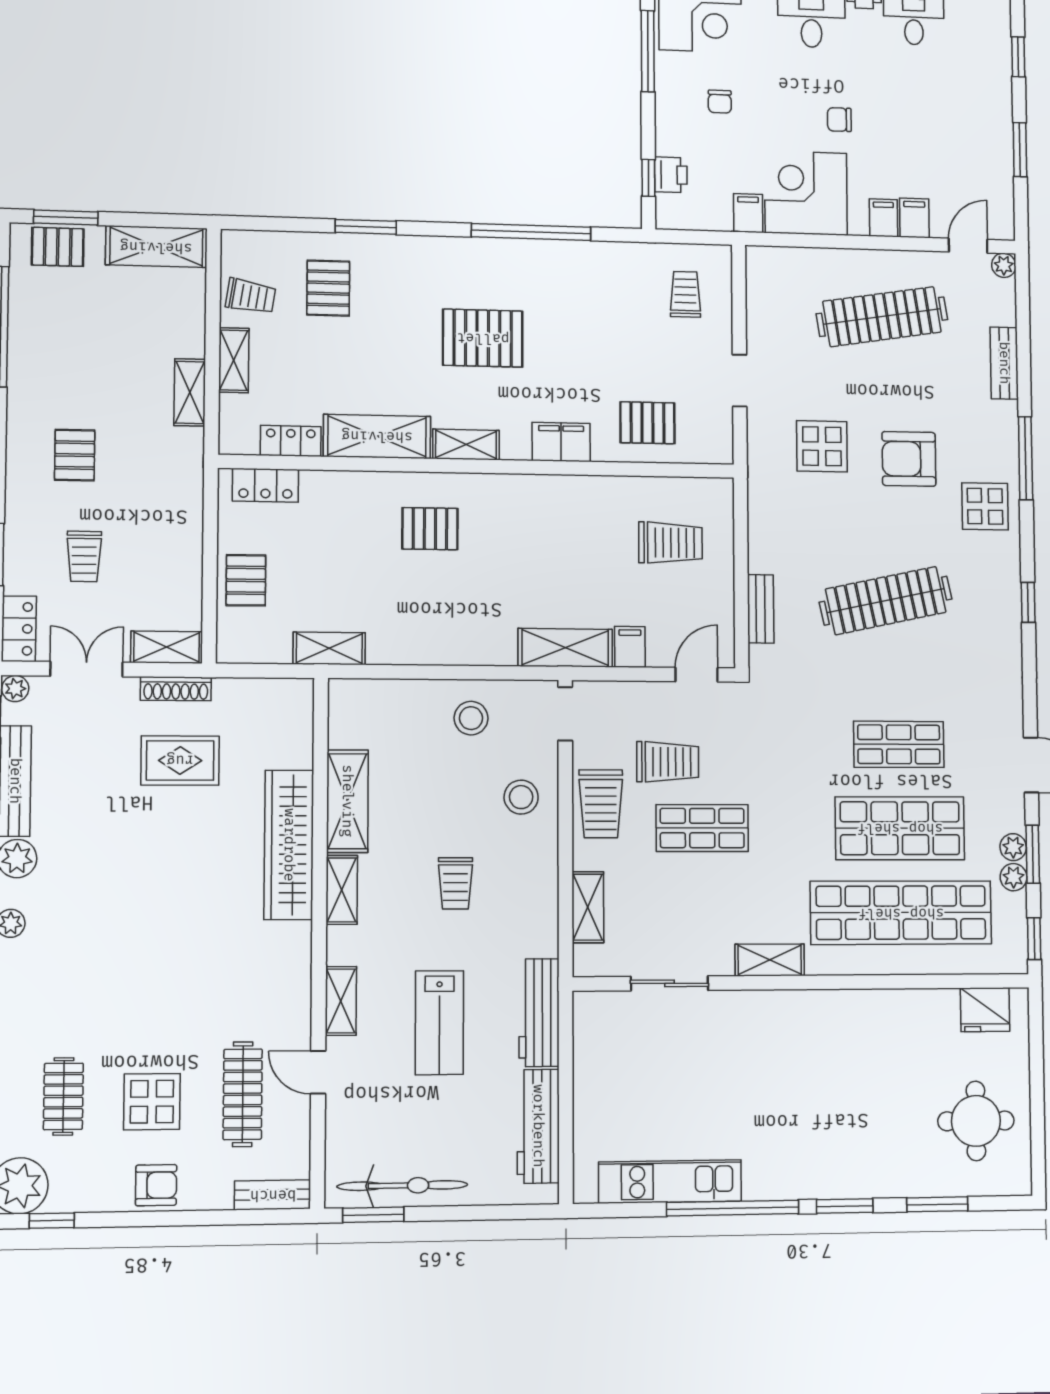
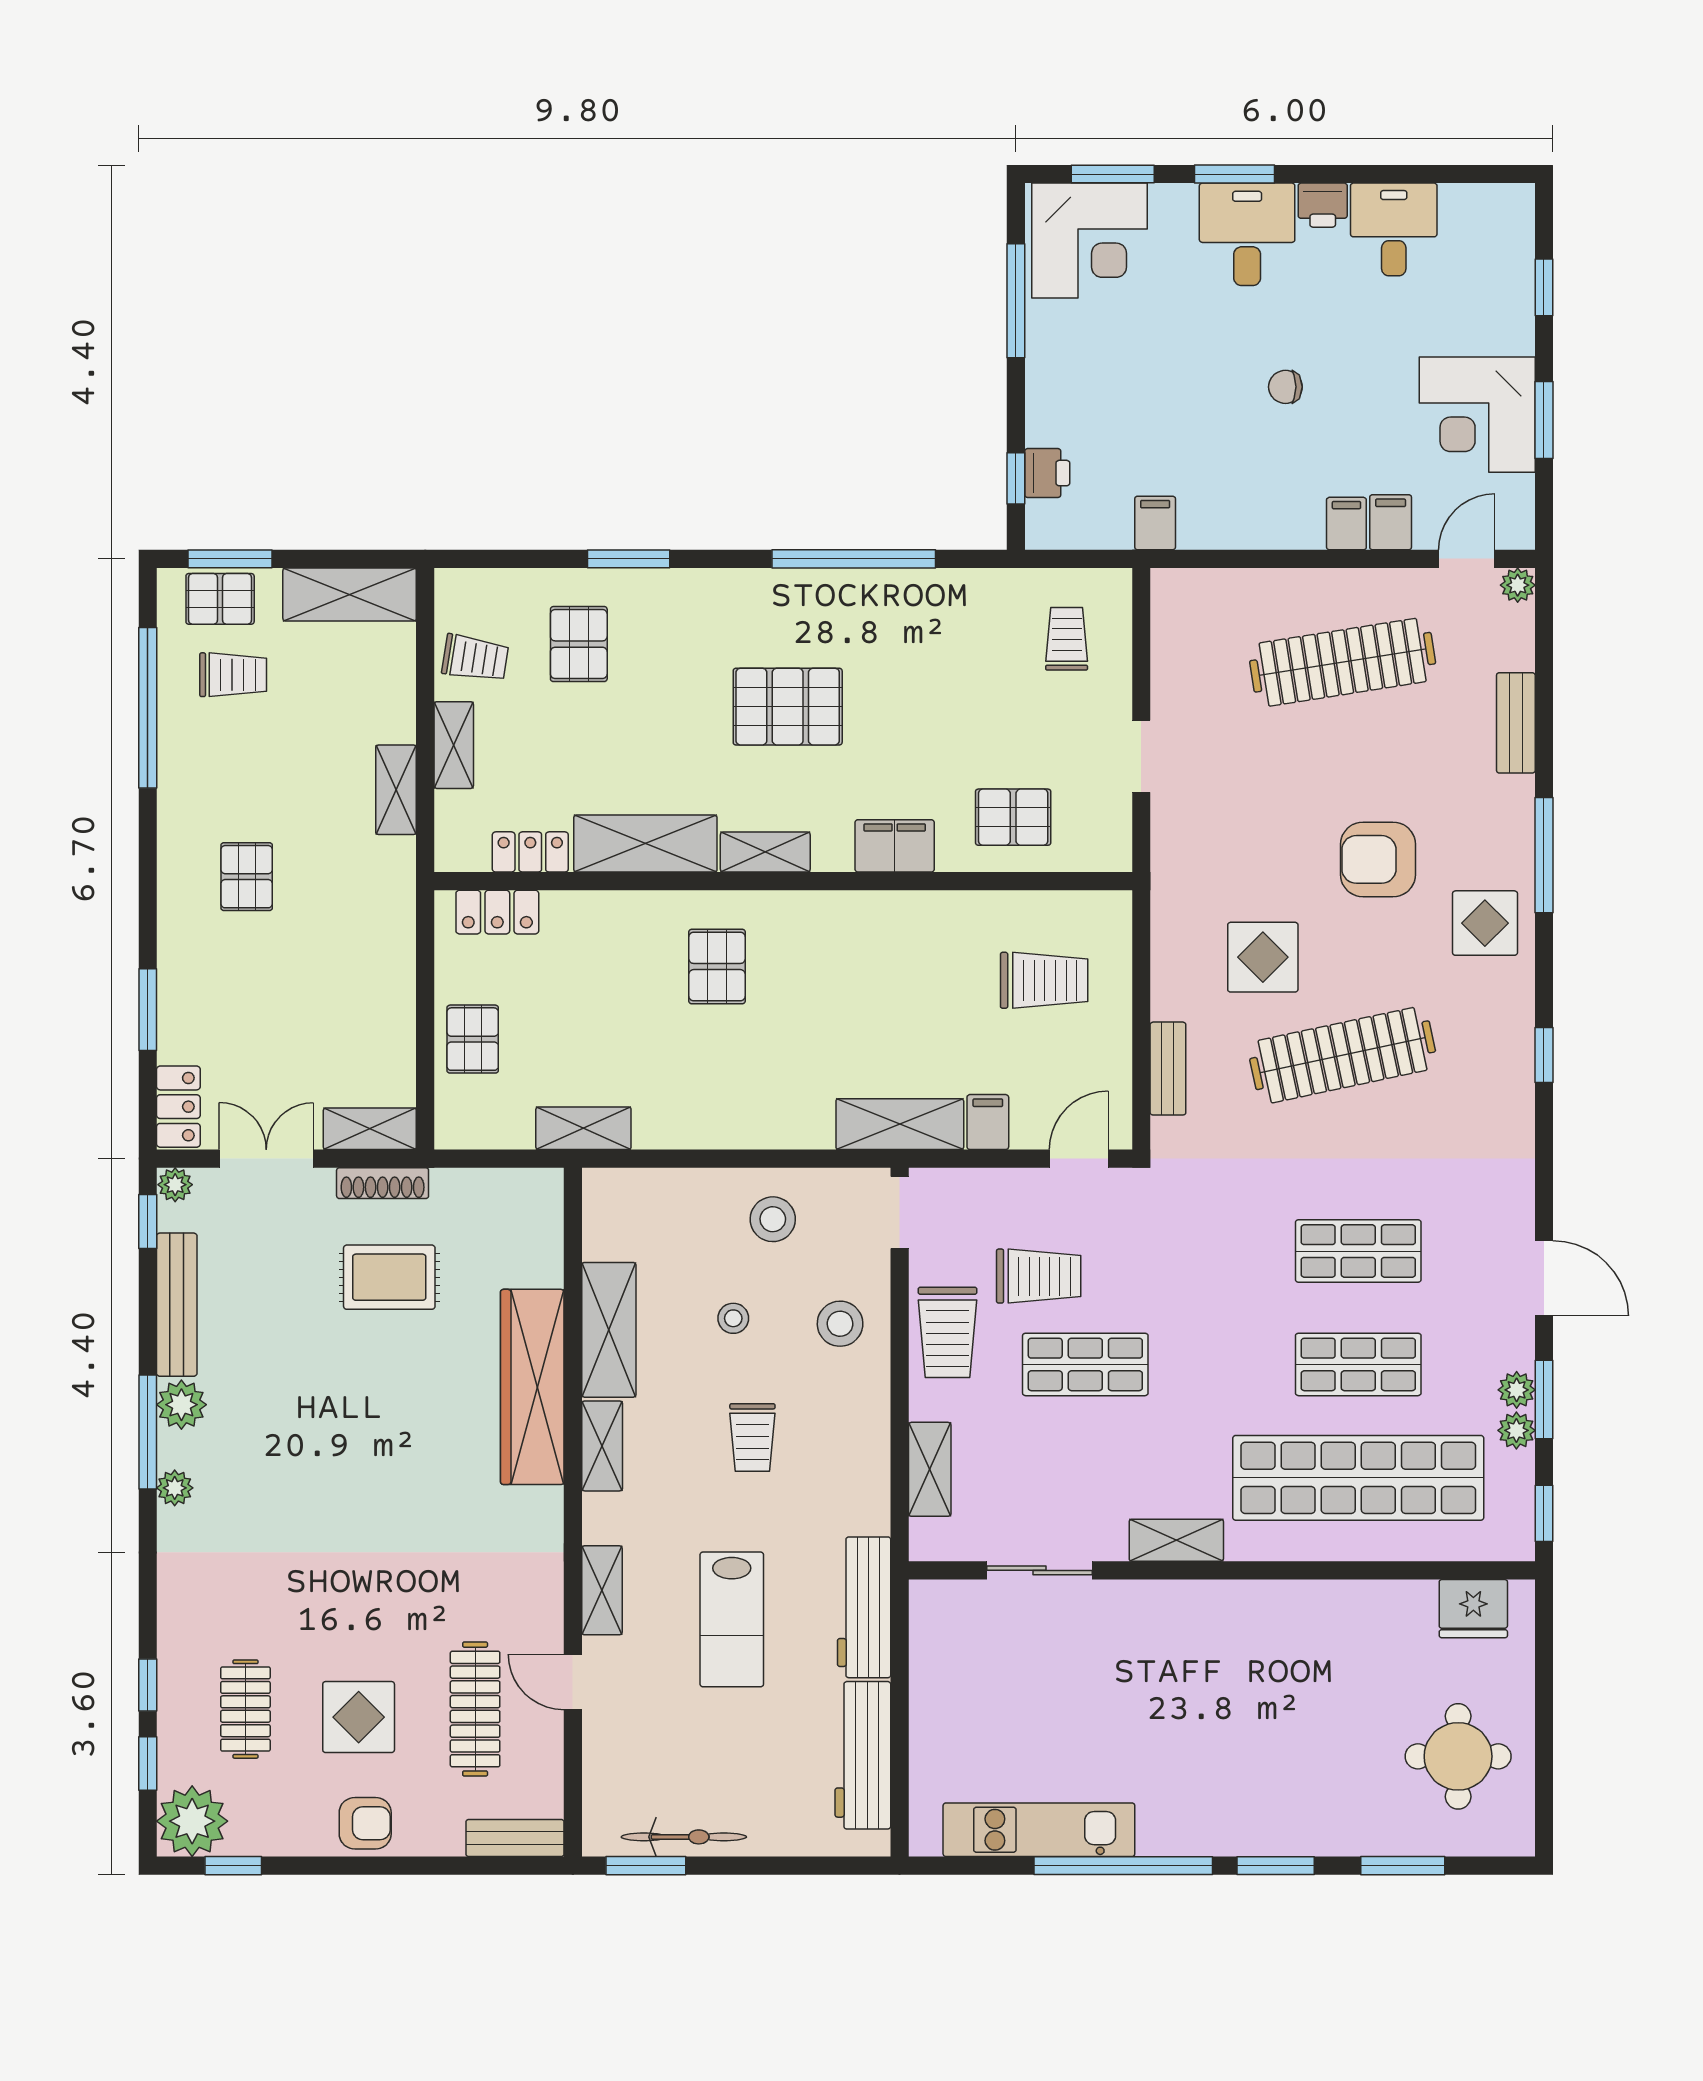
chair: (720, 102) -> (1116, 368), removed
corner desk: (806, 193) -> (1477, 415), moved, turned -90
display table: (822, 446) -> (1263, 957), moved
pallet: (430, 529) -> (717, 967), turned 90
trolley: (84, 556) -> (233, 675), moved, turned -90
stool: (441, 793) -> (733, 1318), added
shop shelf: (900, 828) -> (1358, 1364), width x0.70, depth x0.74
bicycle: (402, 1186) -> (684, 1837), width x0.73, depth x0.71

